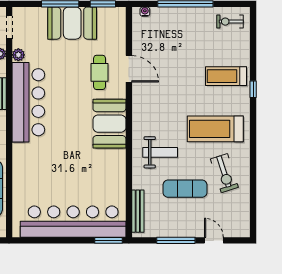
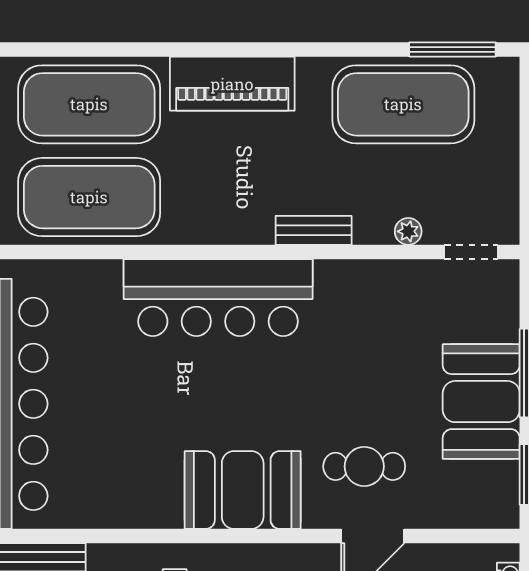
plant: (18, 55) -> (406, 274), removed
bar counter: (28, 102) -> (218, 298), moved

